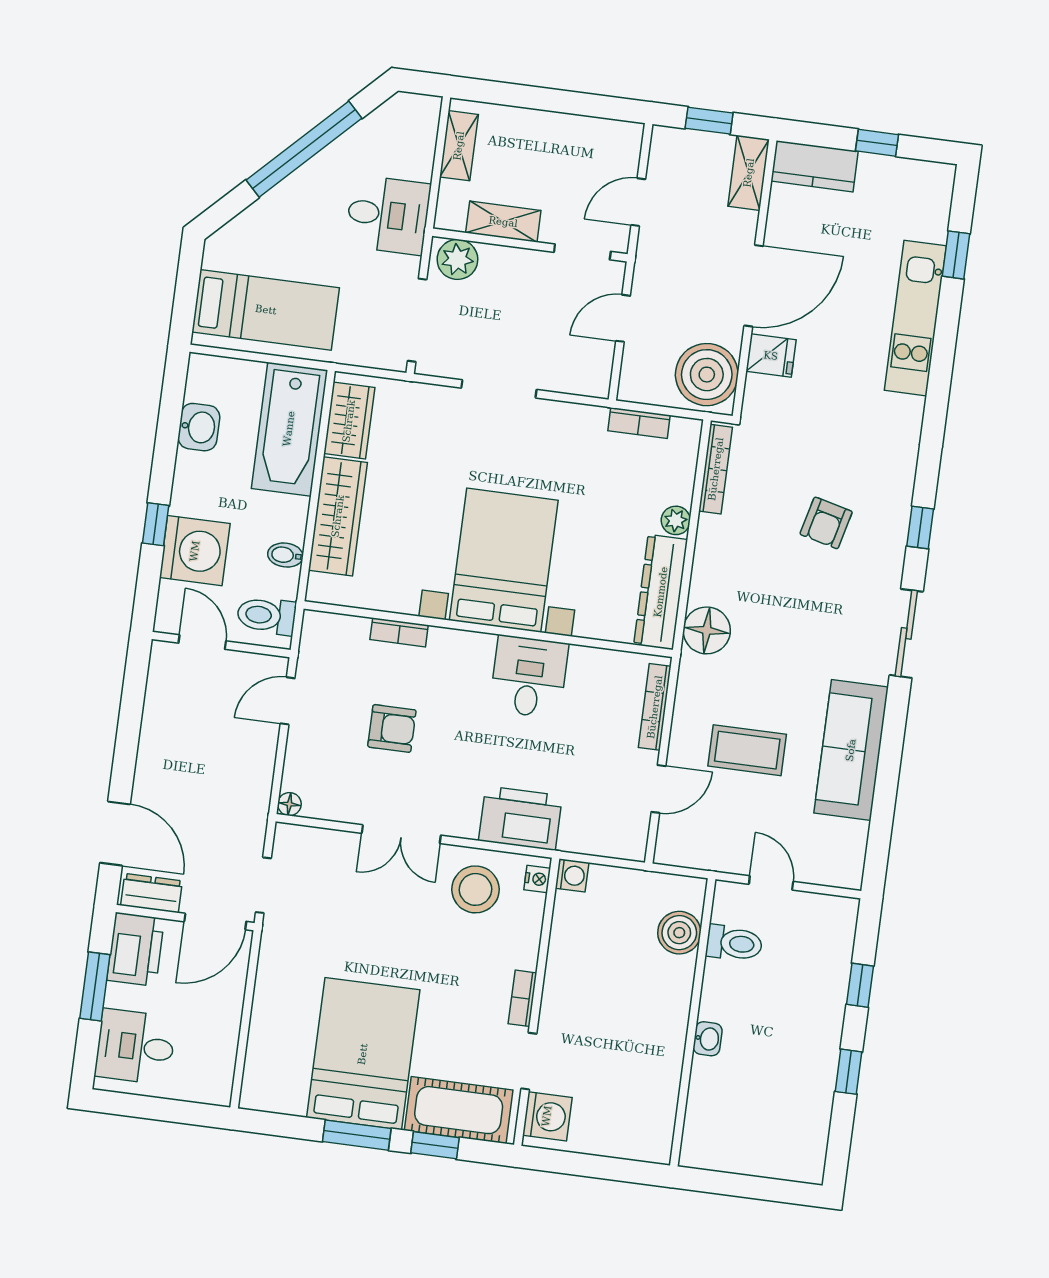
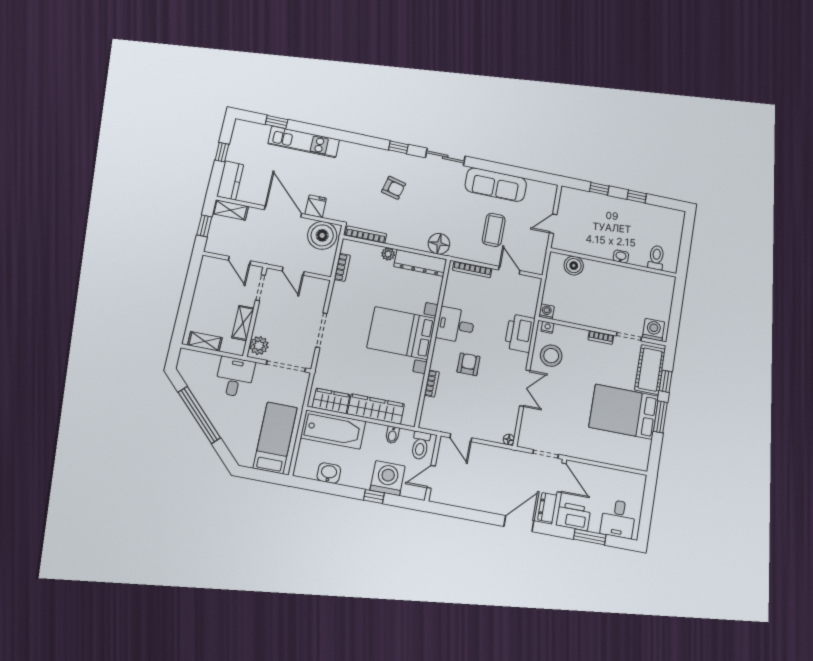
armchair: (392, 728) -> (468, 364), moved
toilet: (734, 943) -> (656, 258), moved

